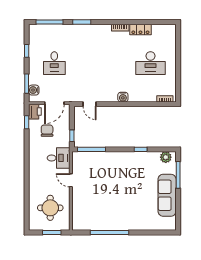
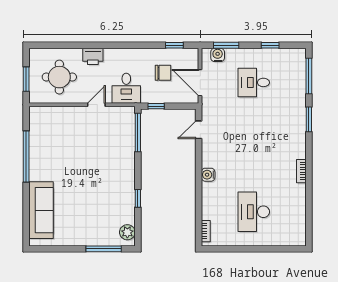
locker: (140, 30) -> (299, 198), removed
printer: (35, 112) -> (93, 56), moved
sofa: (167, 195) -> (41, 210), moved, turned 90

